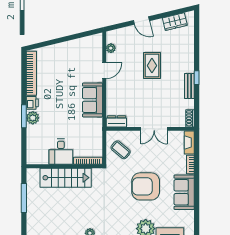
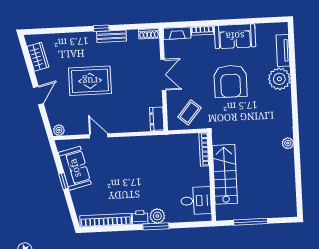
window: (67, 39) -> (64, 181), added
plant: (111, 48) -> (59, 130), moved
rug: (152, 66) -> (90, 81), width x1.36, depth x1.43
sofa: (92, 100) -> (75, 168), moved, turned -104
desk: (61, 152) -> (196, 201), moved

